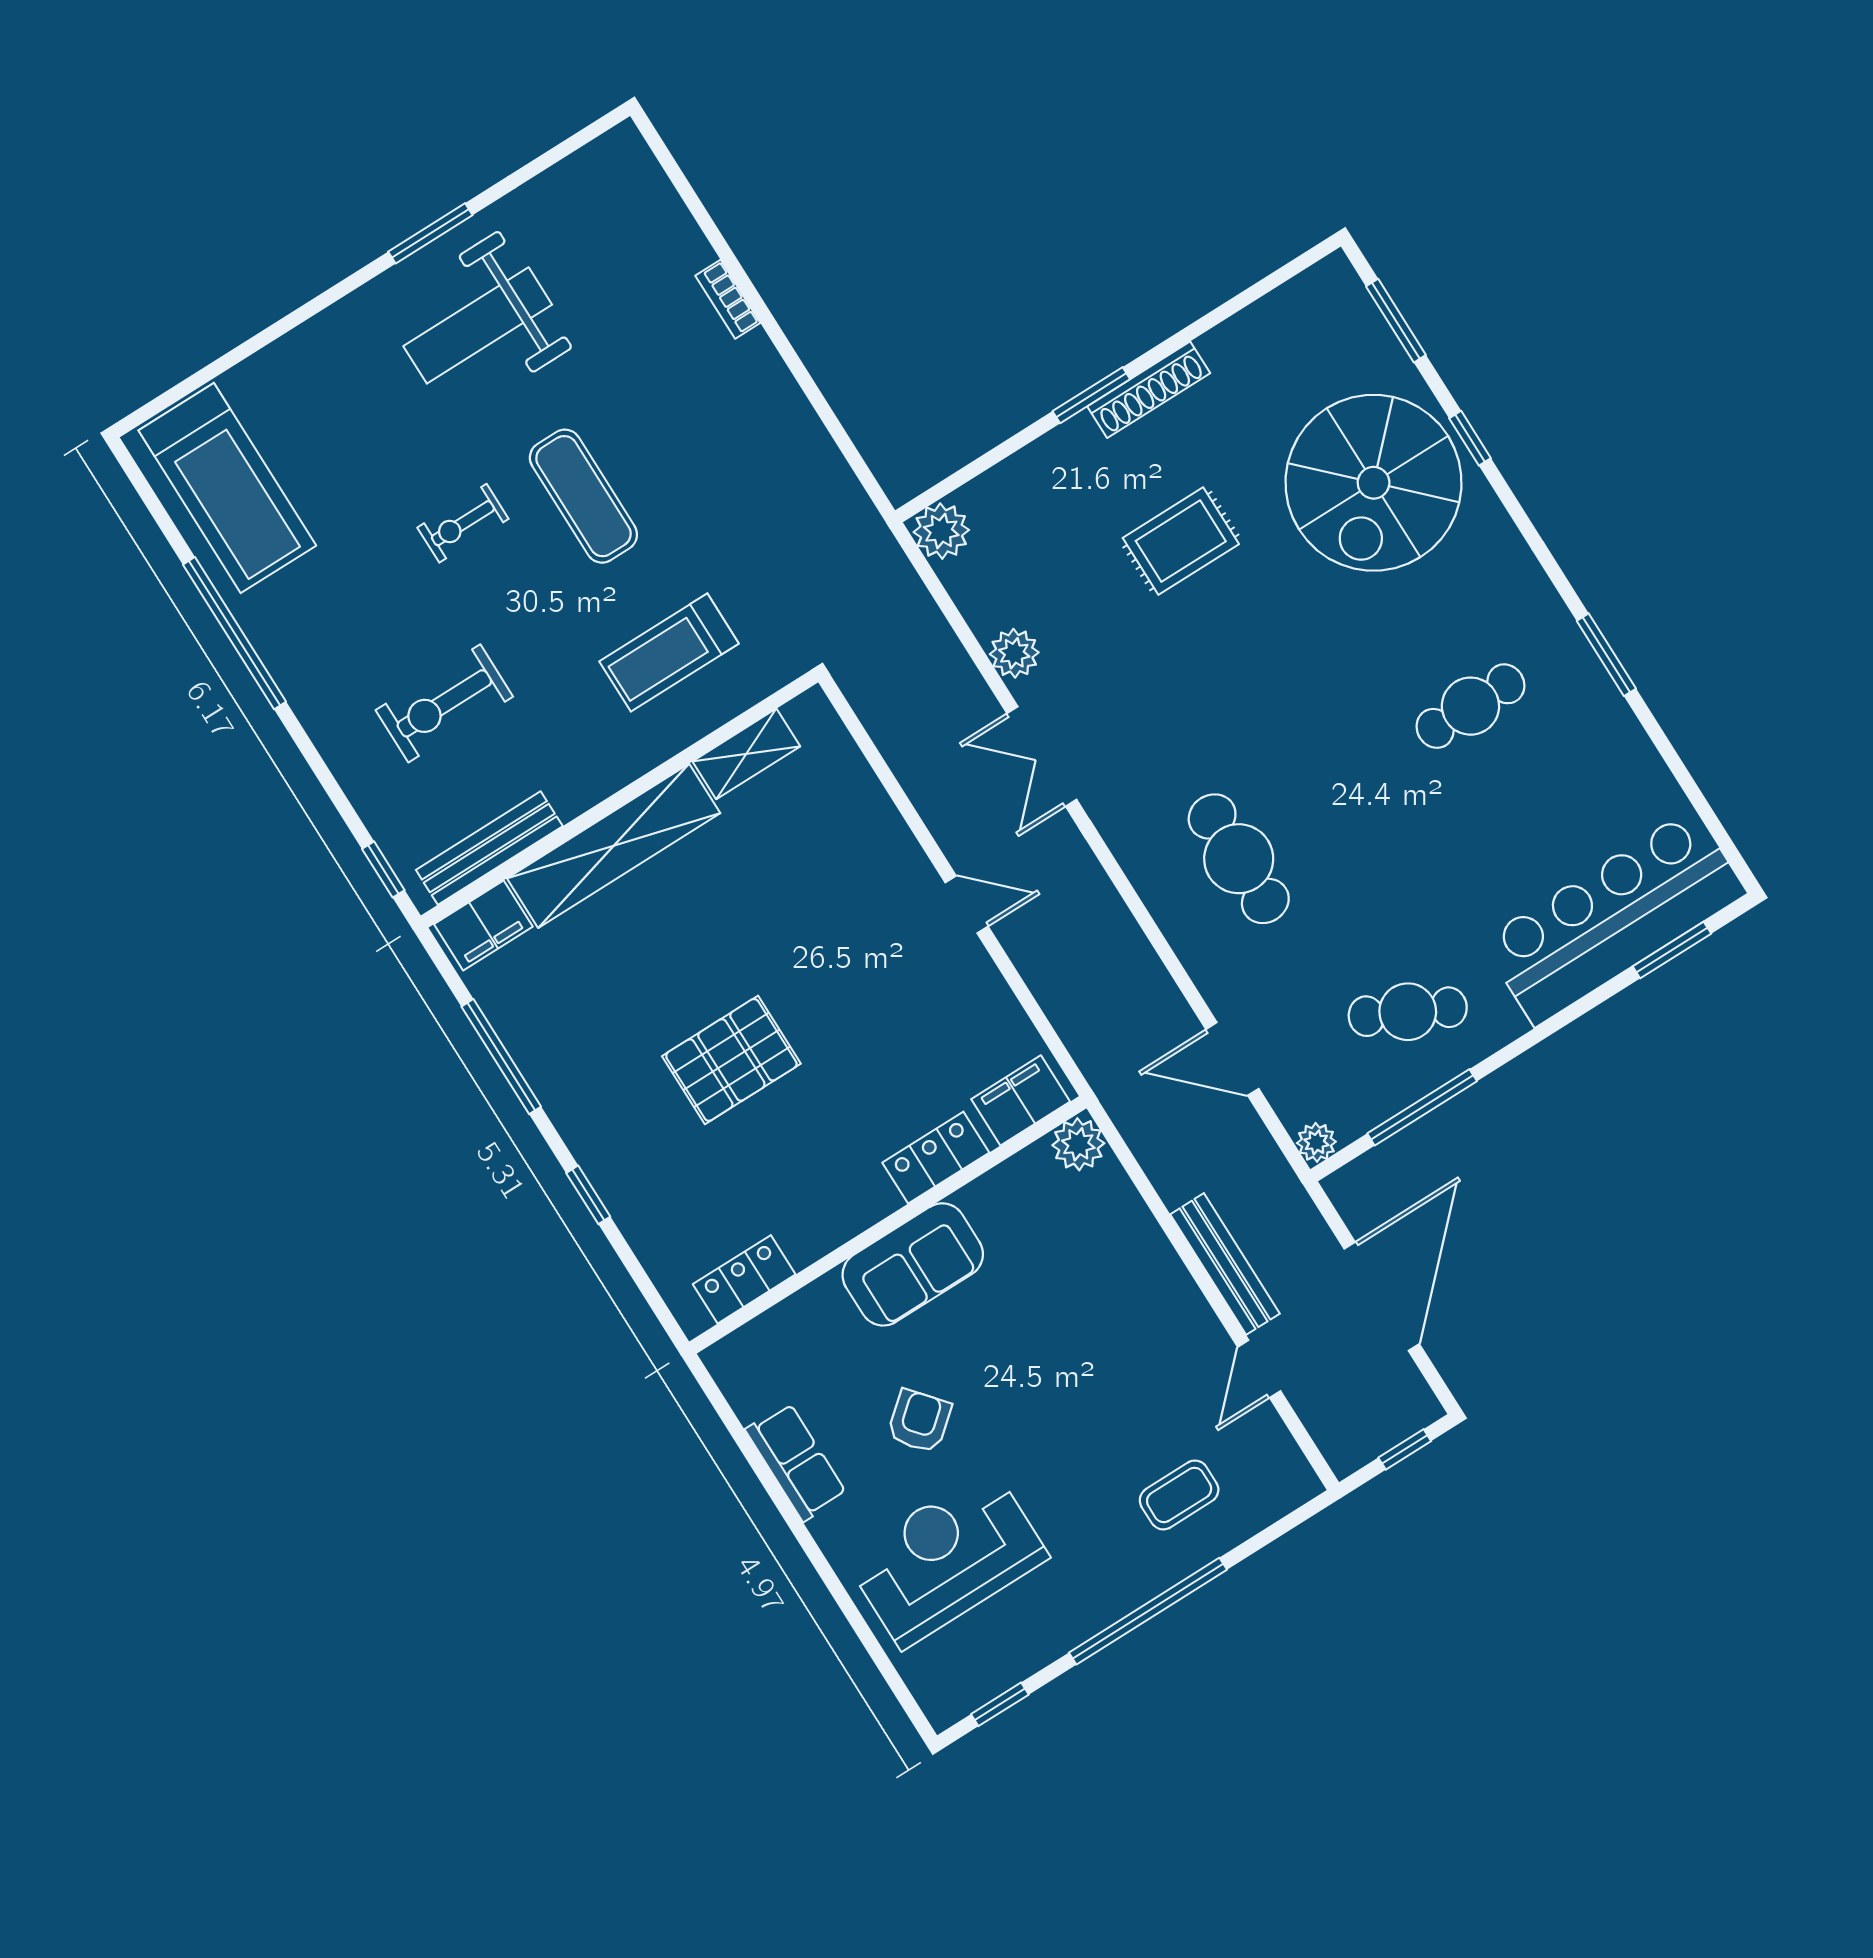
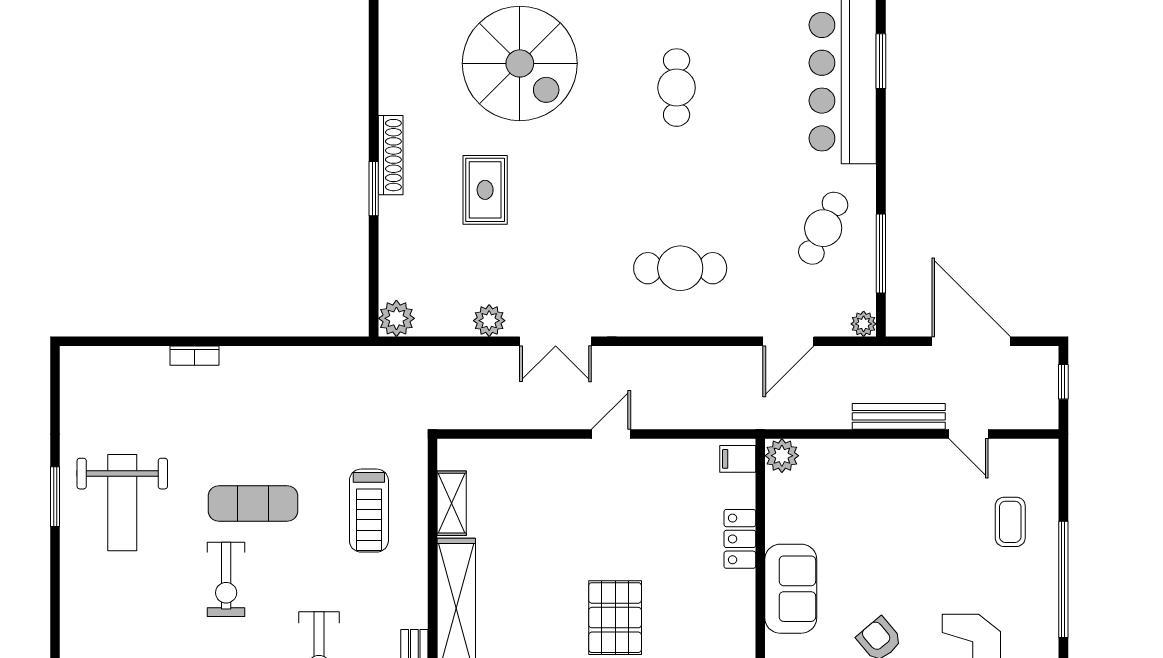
exercise bike: (463, 523) -> (226, 579), width x1.38, depth x1.39
filing cabinet: (1021, 1100) -> (738, 459), width x0.50

